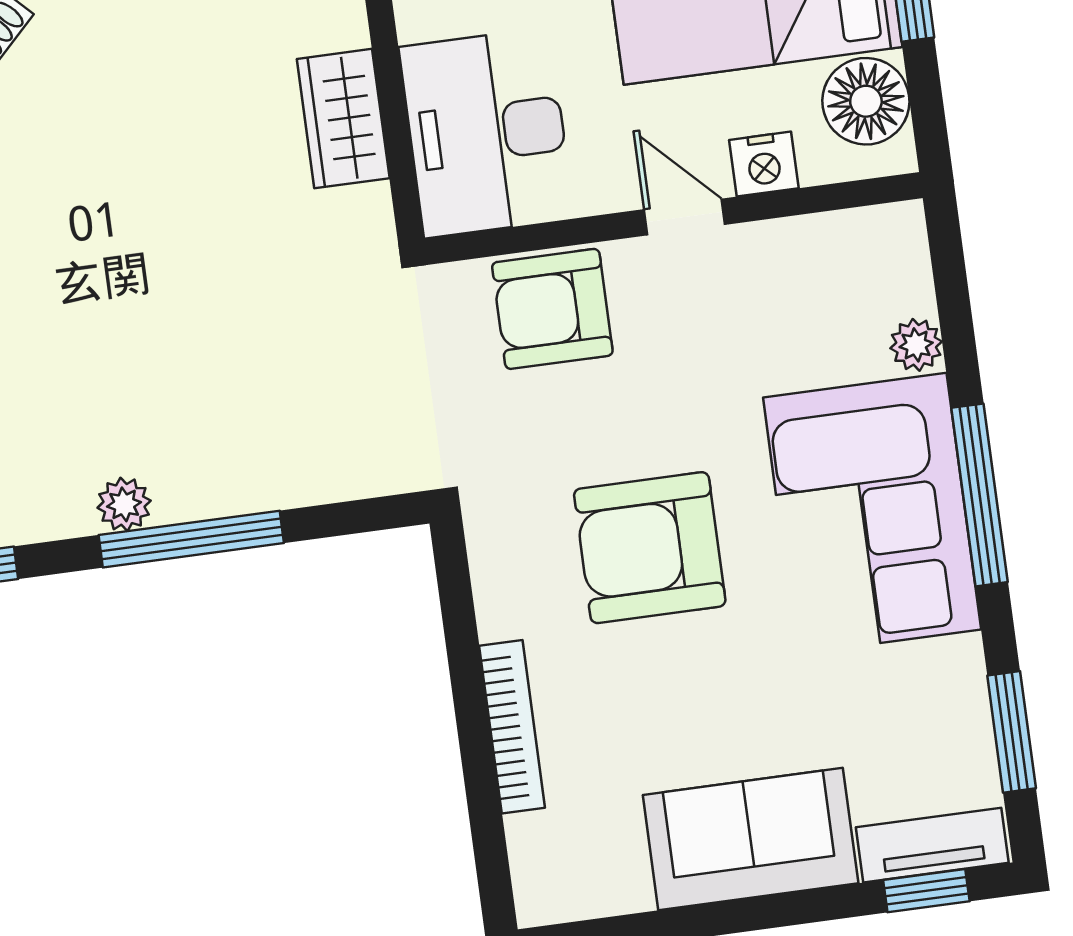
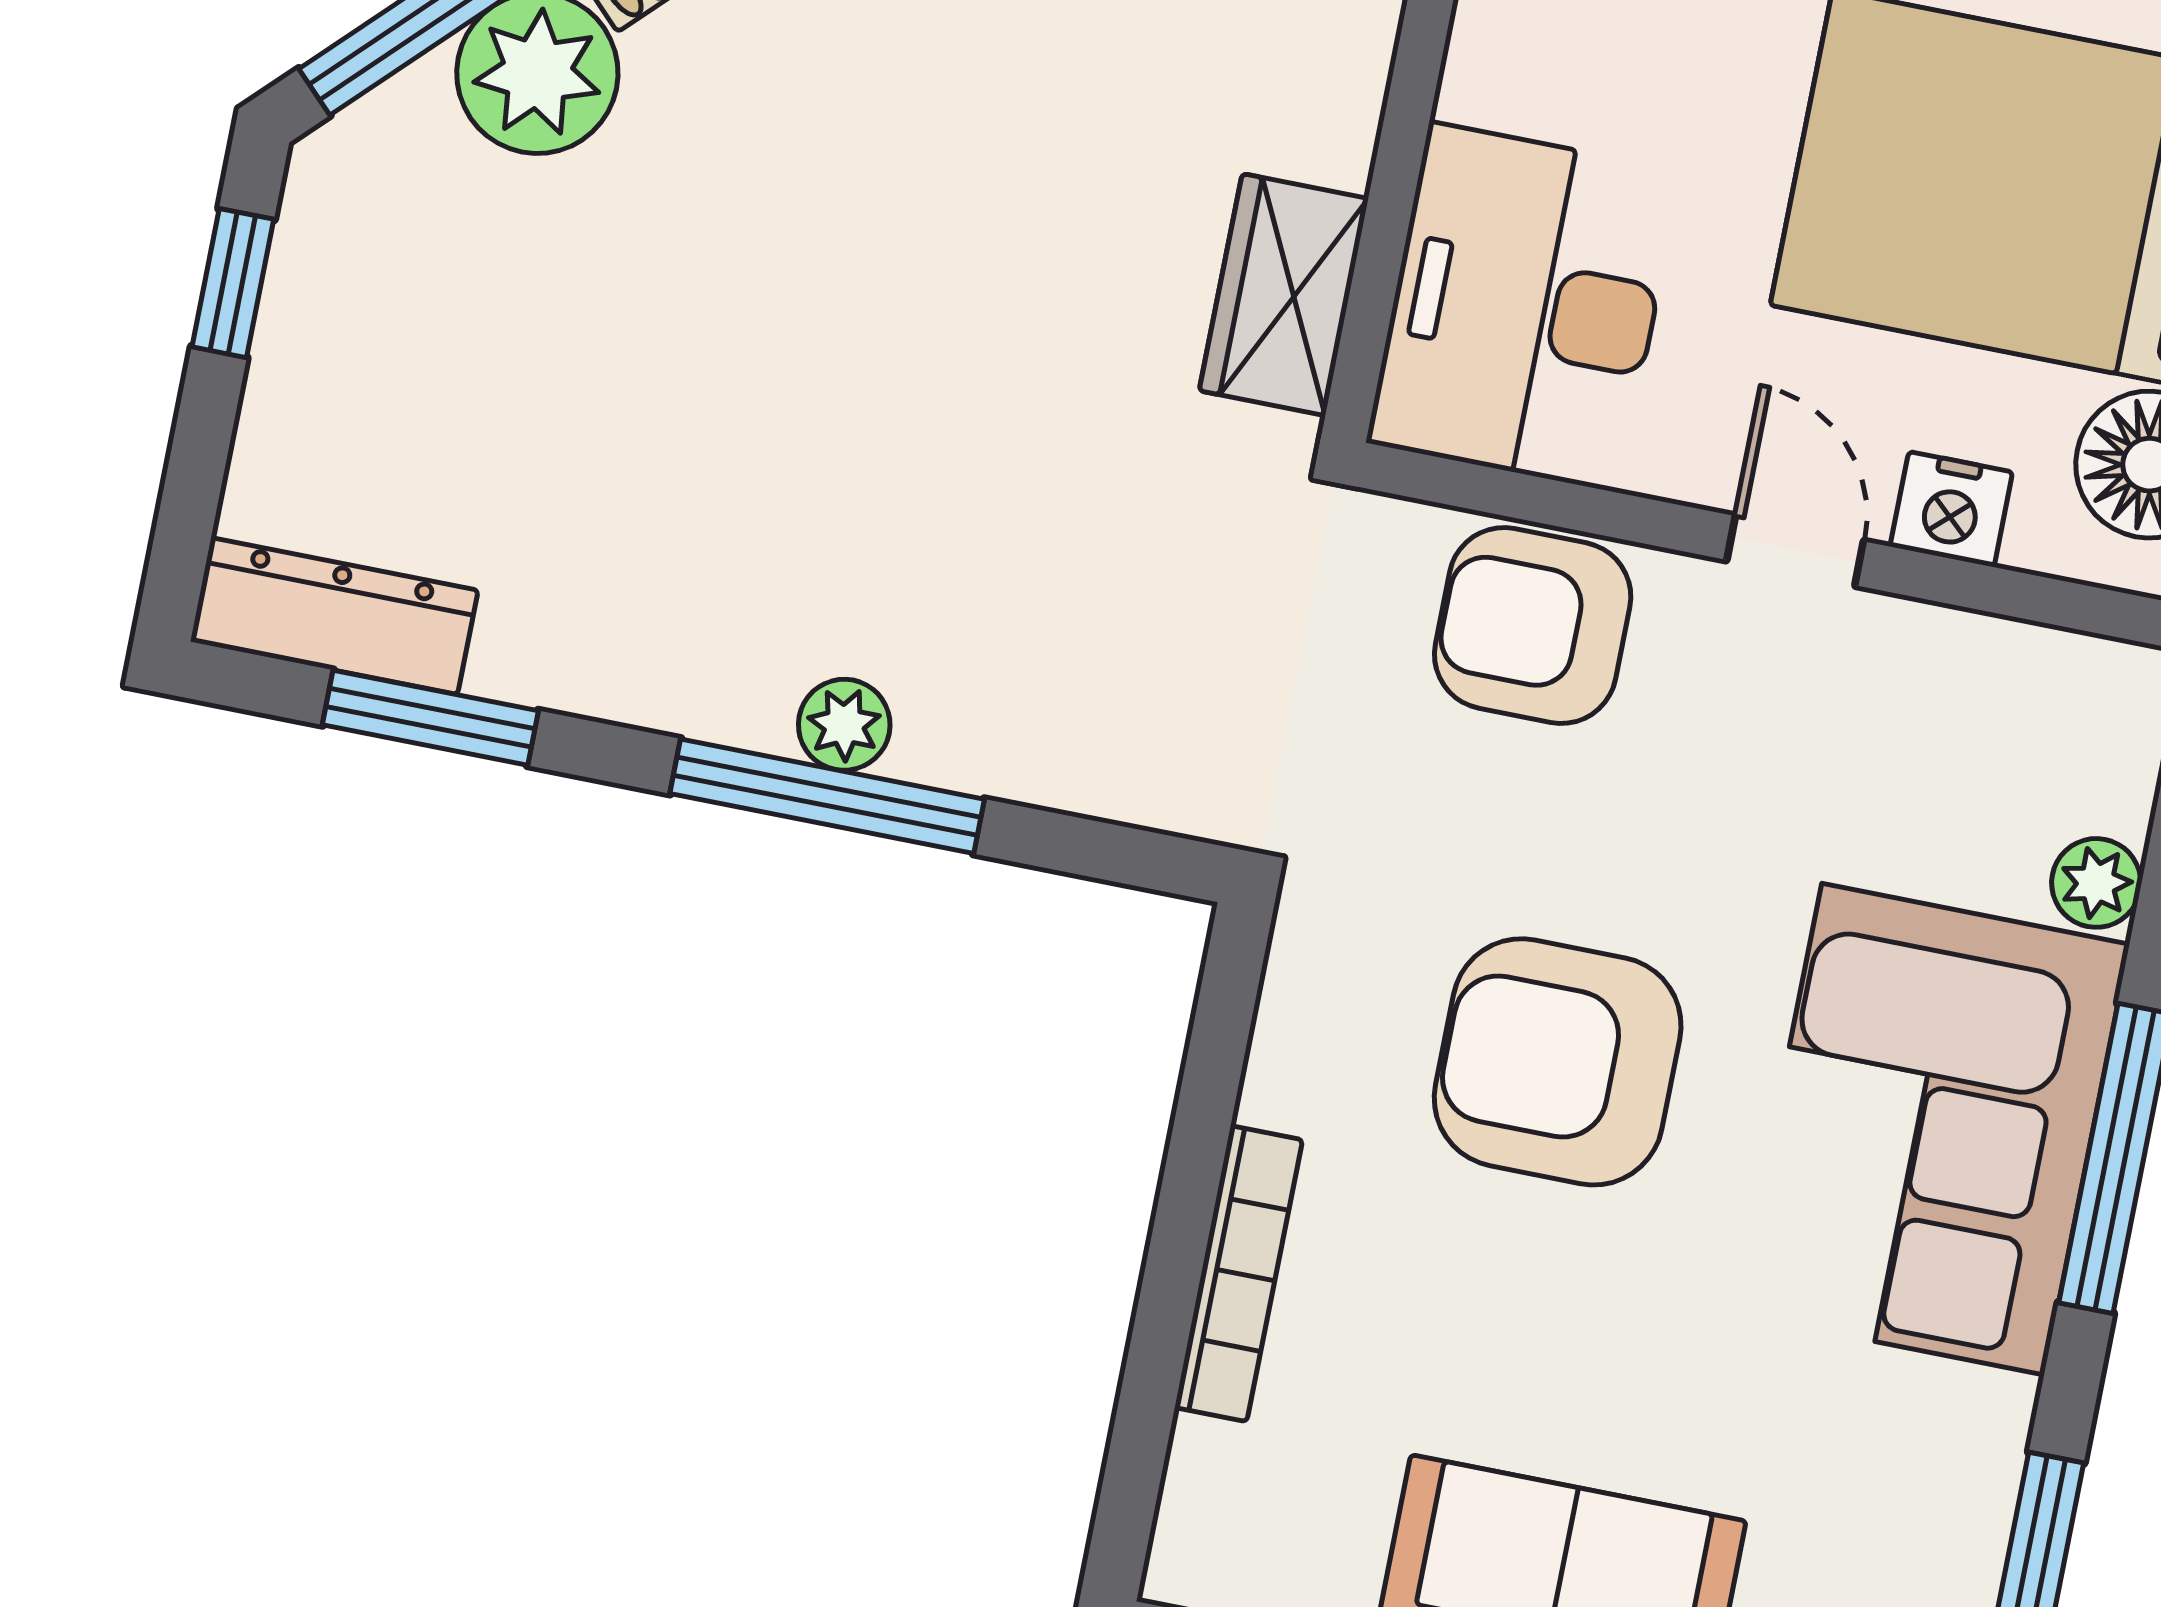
wardrobe: (343, 119) -> (1284, 295), moved
plant: (124, 504) -> (844, 725), moved

